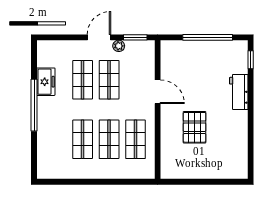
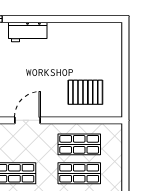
pallet: (195, 127) -> (85, 92), moved

